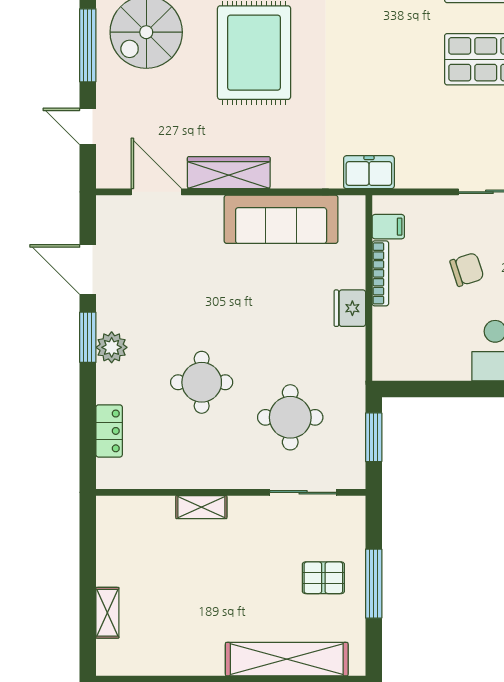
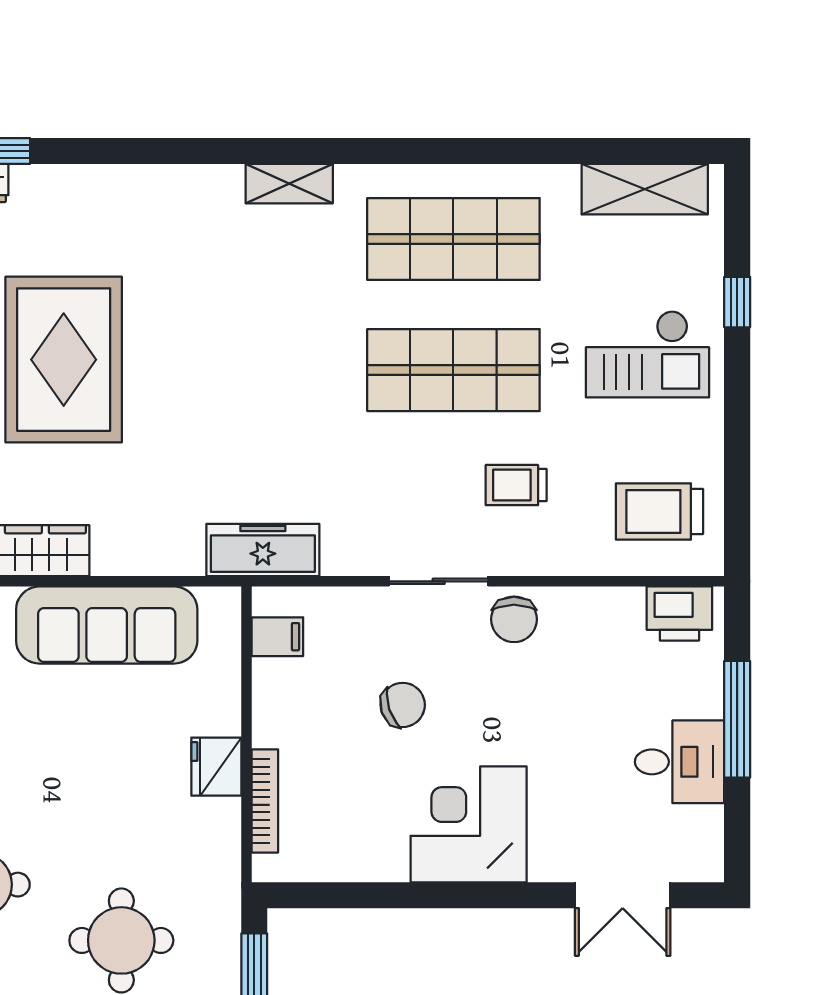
freezer: (369, 172) -> (263, 550), width x1.40
bookcase: (380, 273) -> (265, 801), moved

